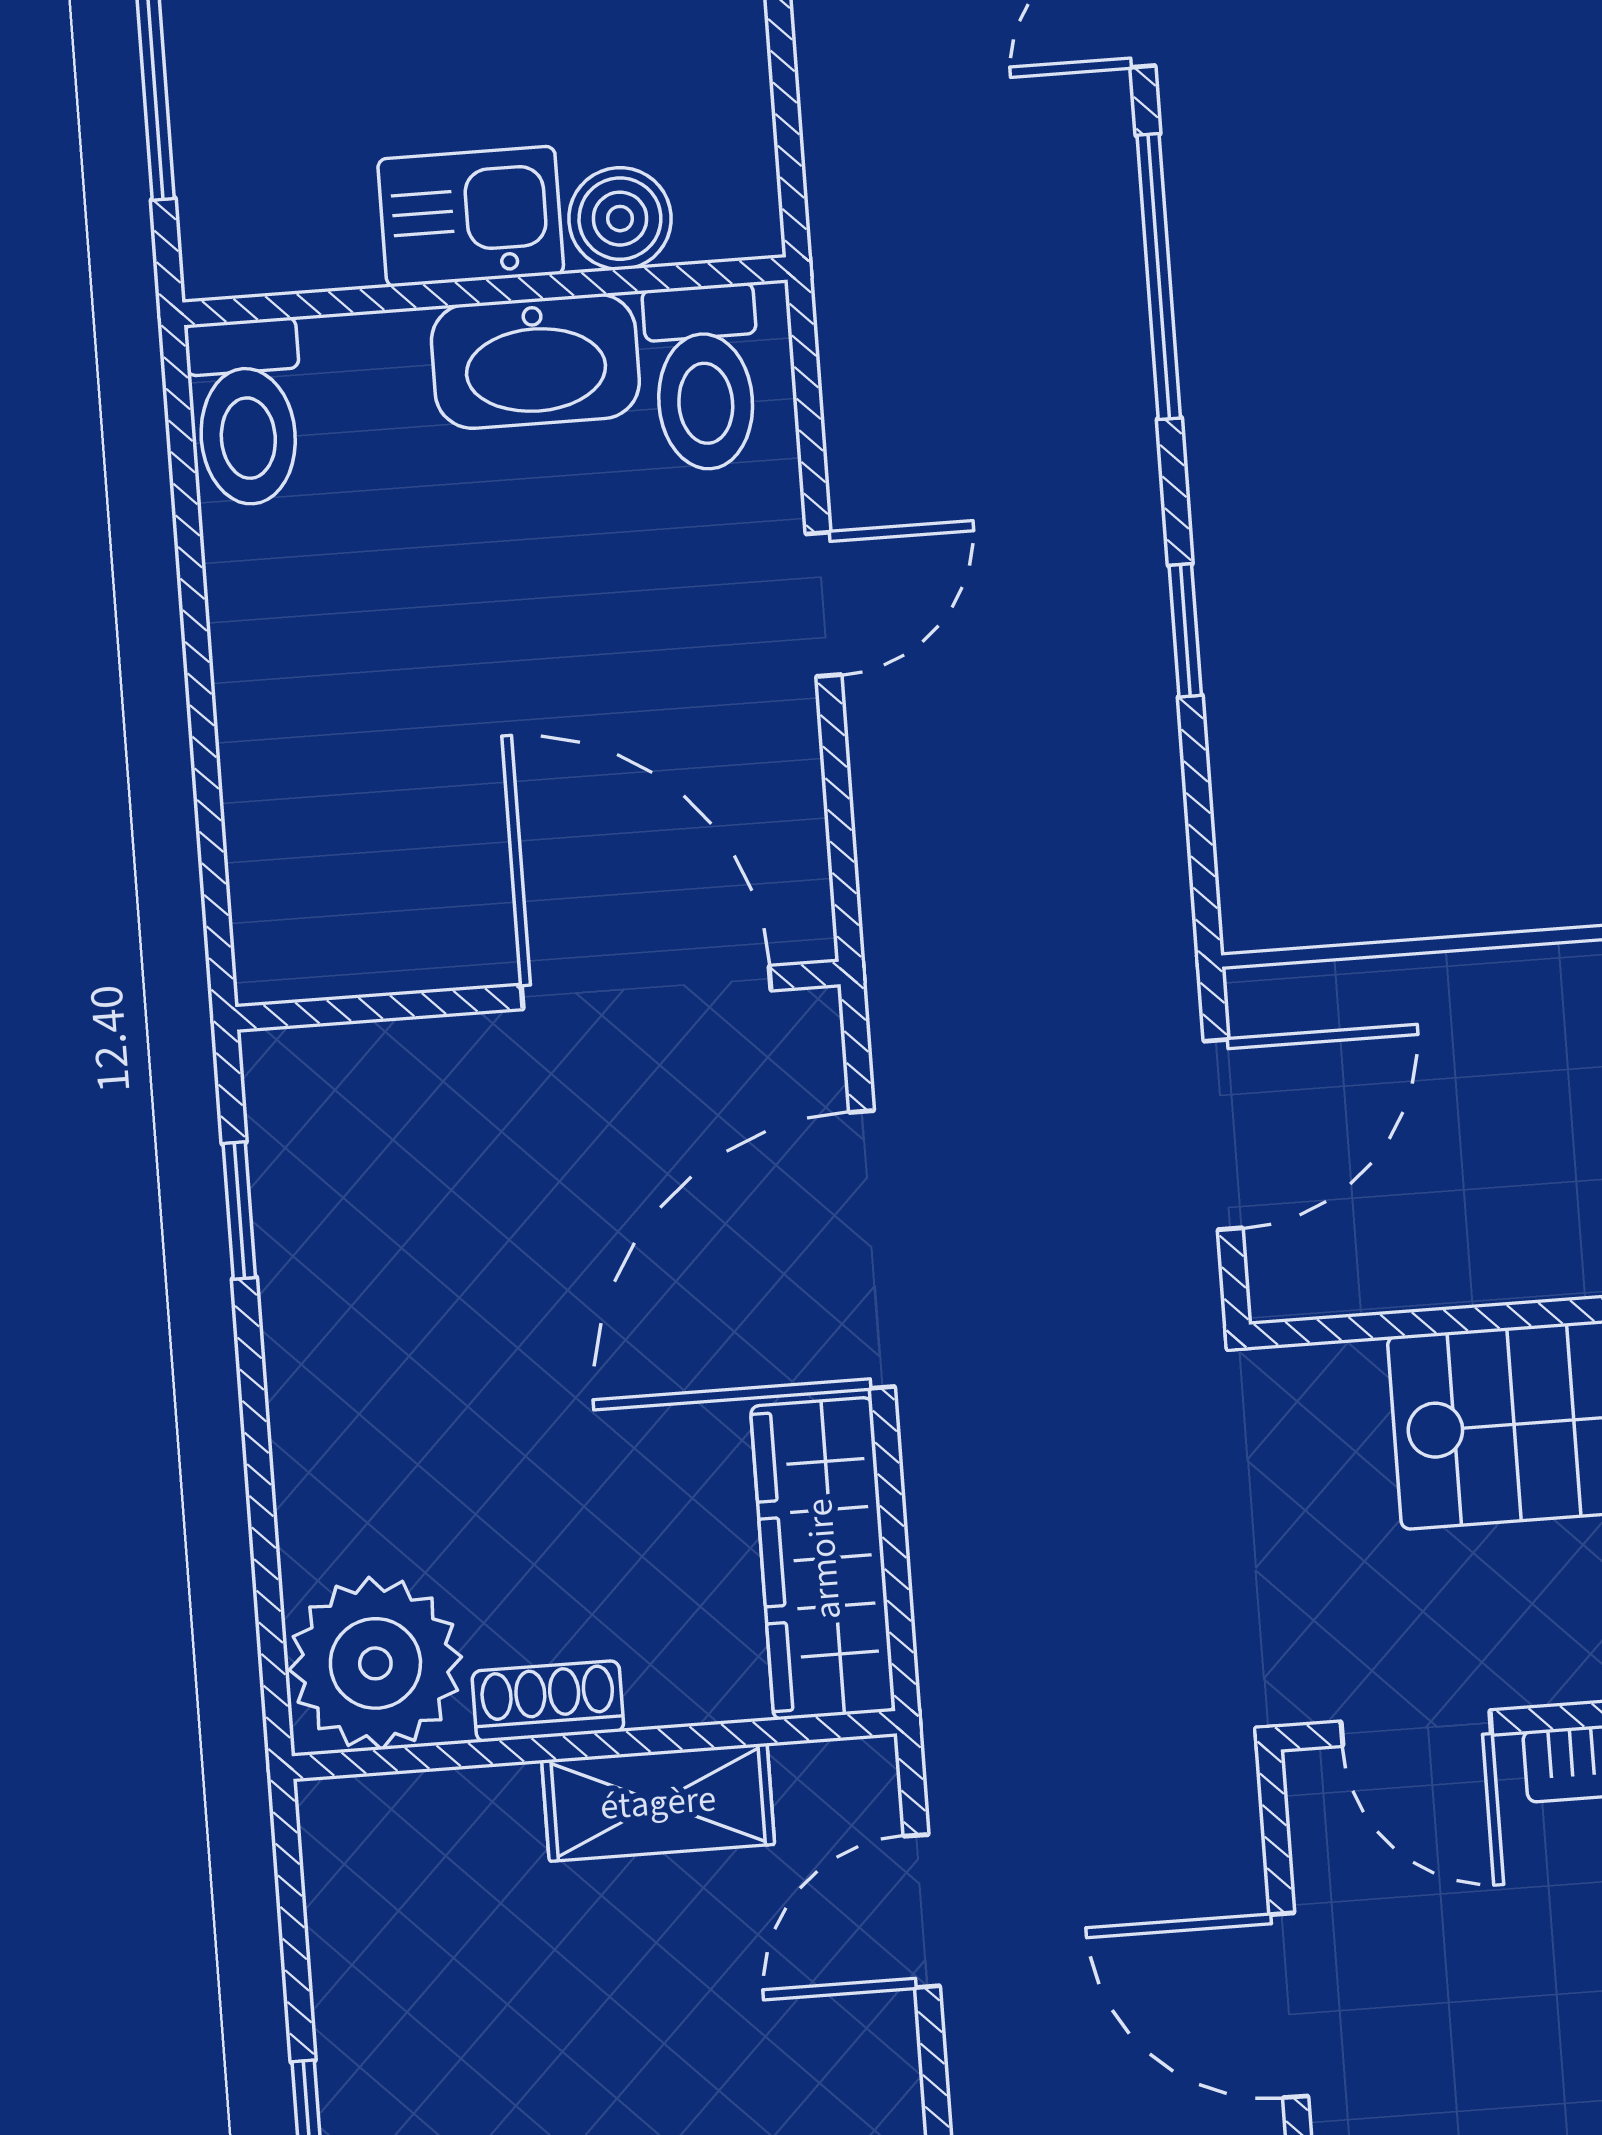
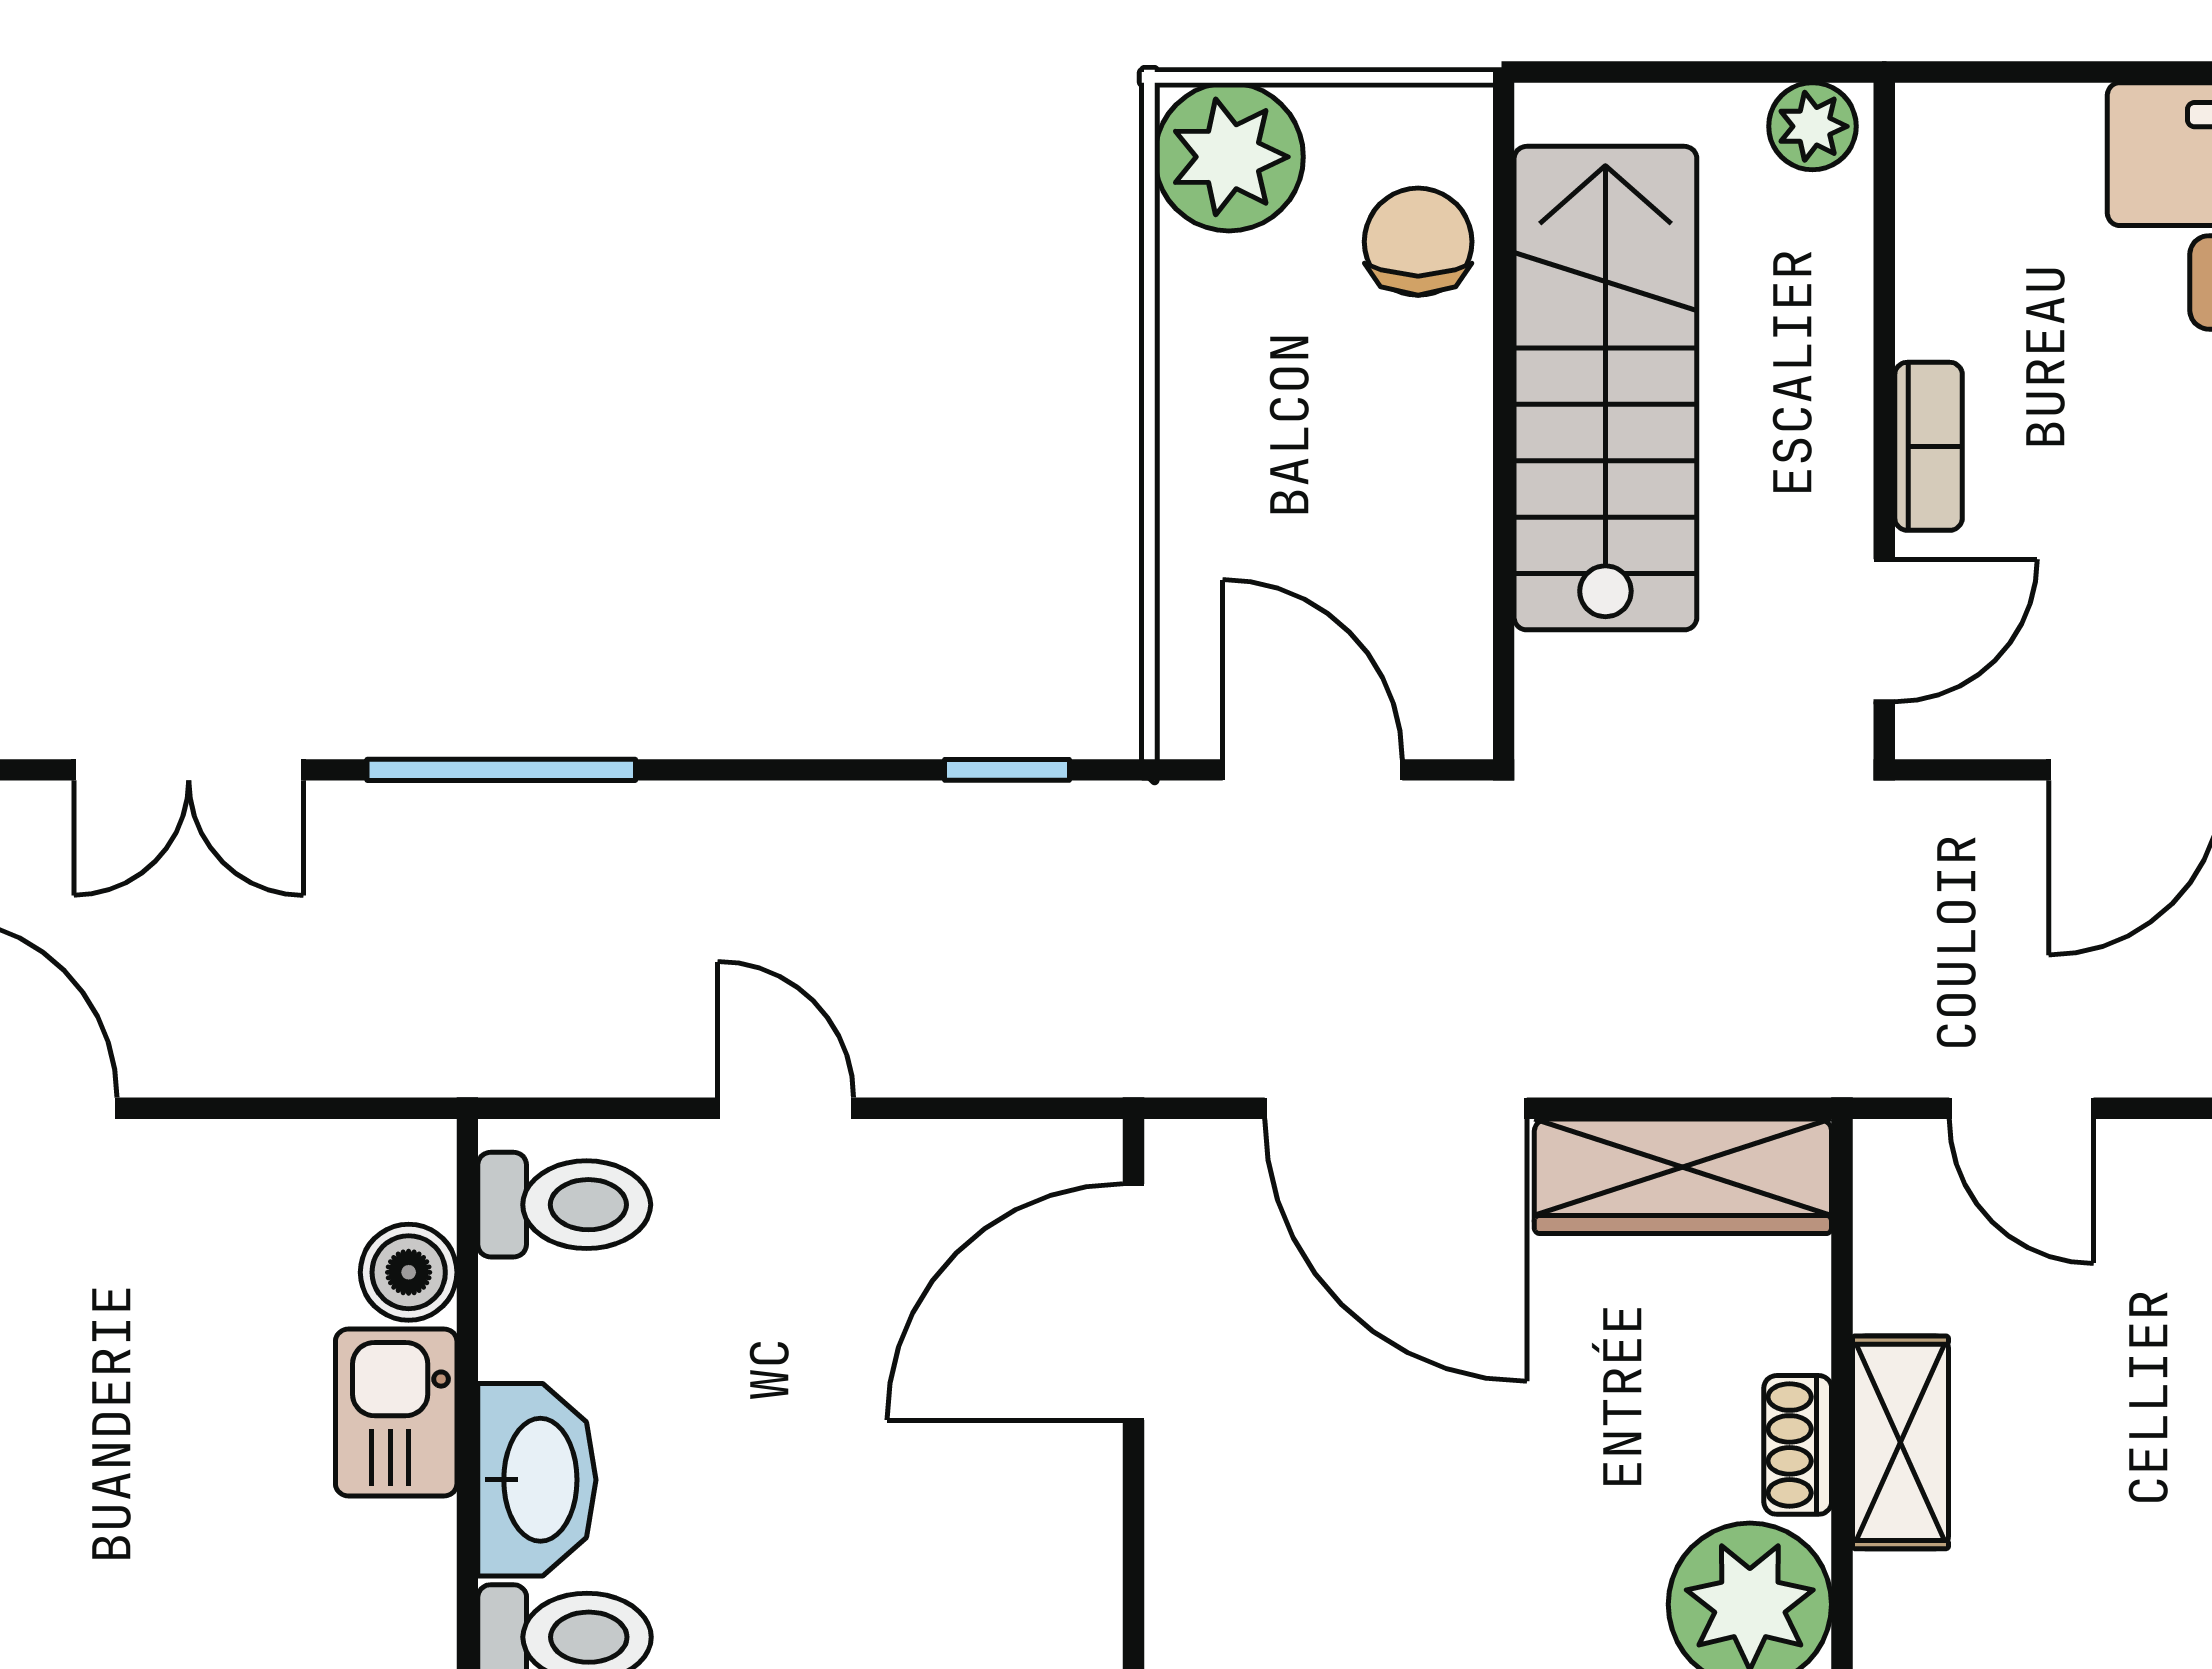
washbasin: (535, 361) -> (537, 1480), moved
window: (1185, 630) -> (1007, 770), moved
shelving: (658, 1802) -> (1900, 1442), moved

